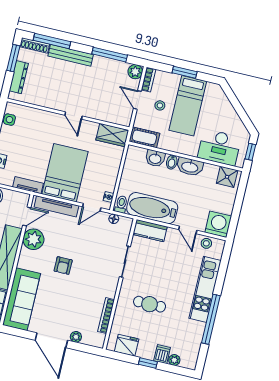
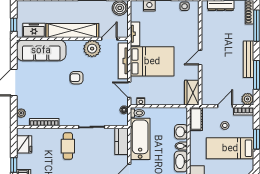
bench: (71, 55) -> (248, 59), moved
door: (27, 216) -> (109, 39), swing flipped
cafe table: (150, 304) -> (68, 146), moved
plant: (76, 337) -> (21, 113), moved

